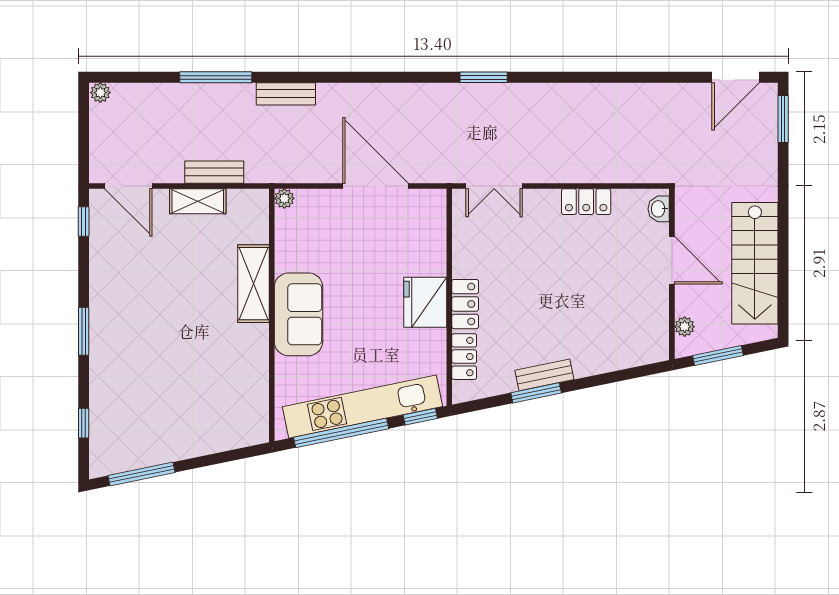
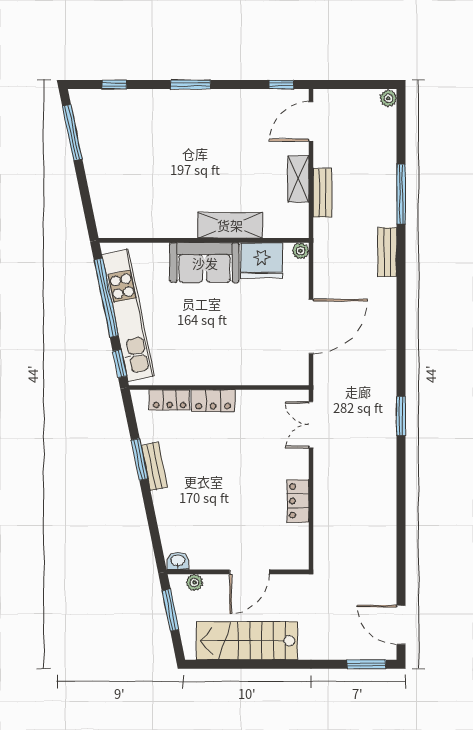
washbasin: (659, 209) -> (178, 561), moved
fridge: (425, 302) -> (262, 260), moved, turned 180

